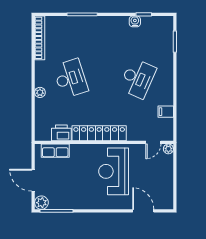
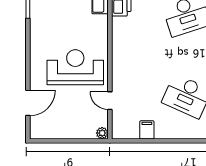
locker: (99, 133) -> (121, 50), removed
door: (153, 142) -> (110, 101), moved

